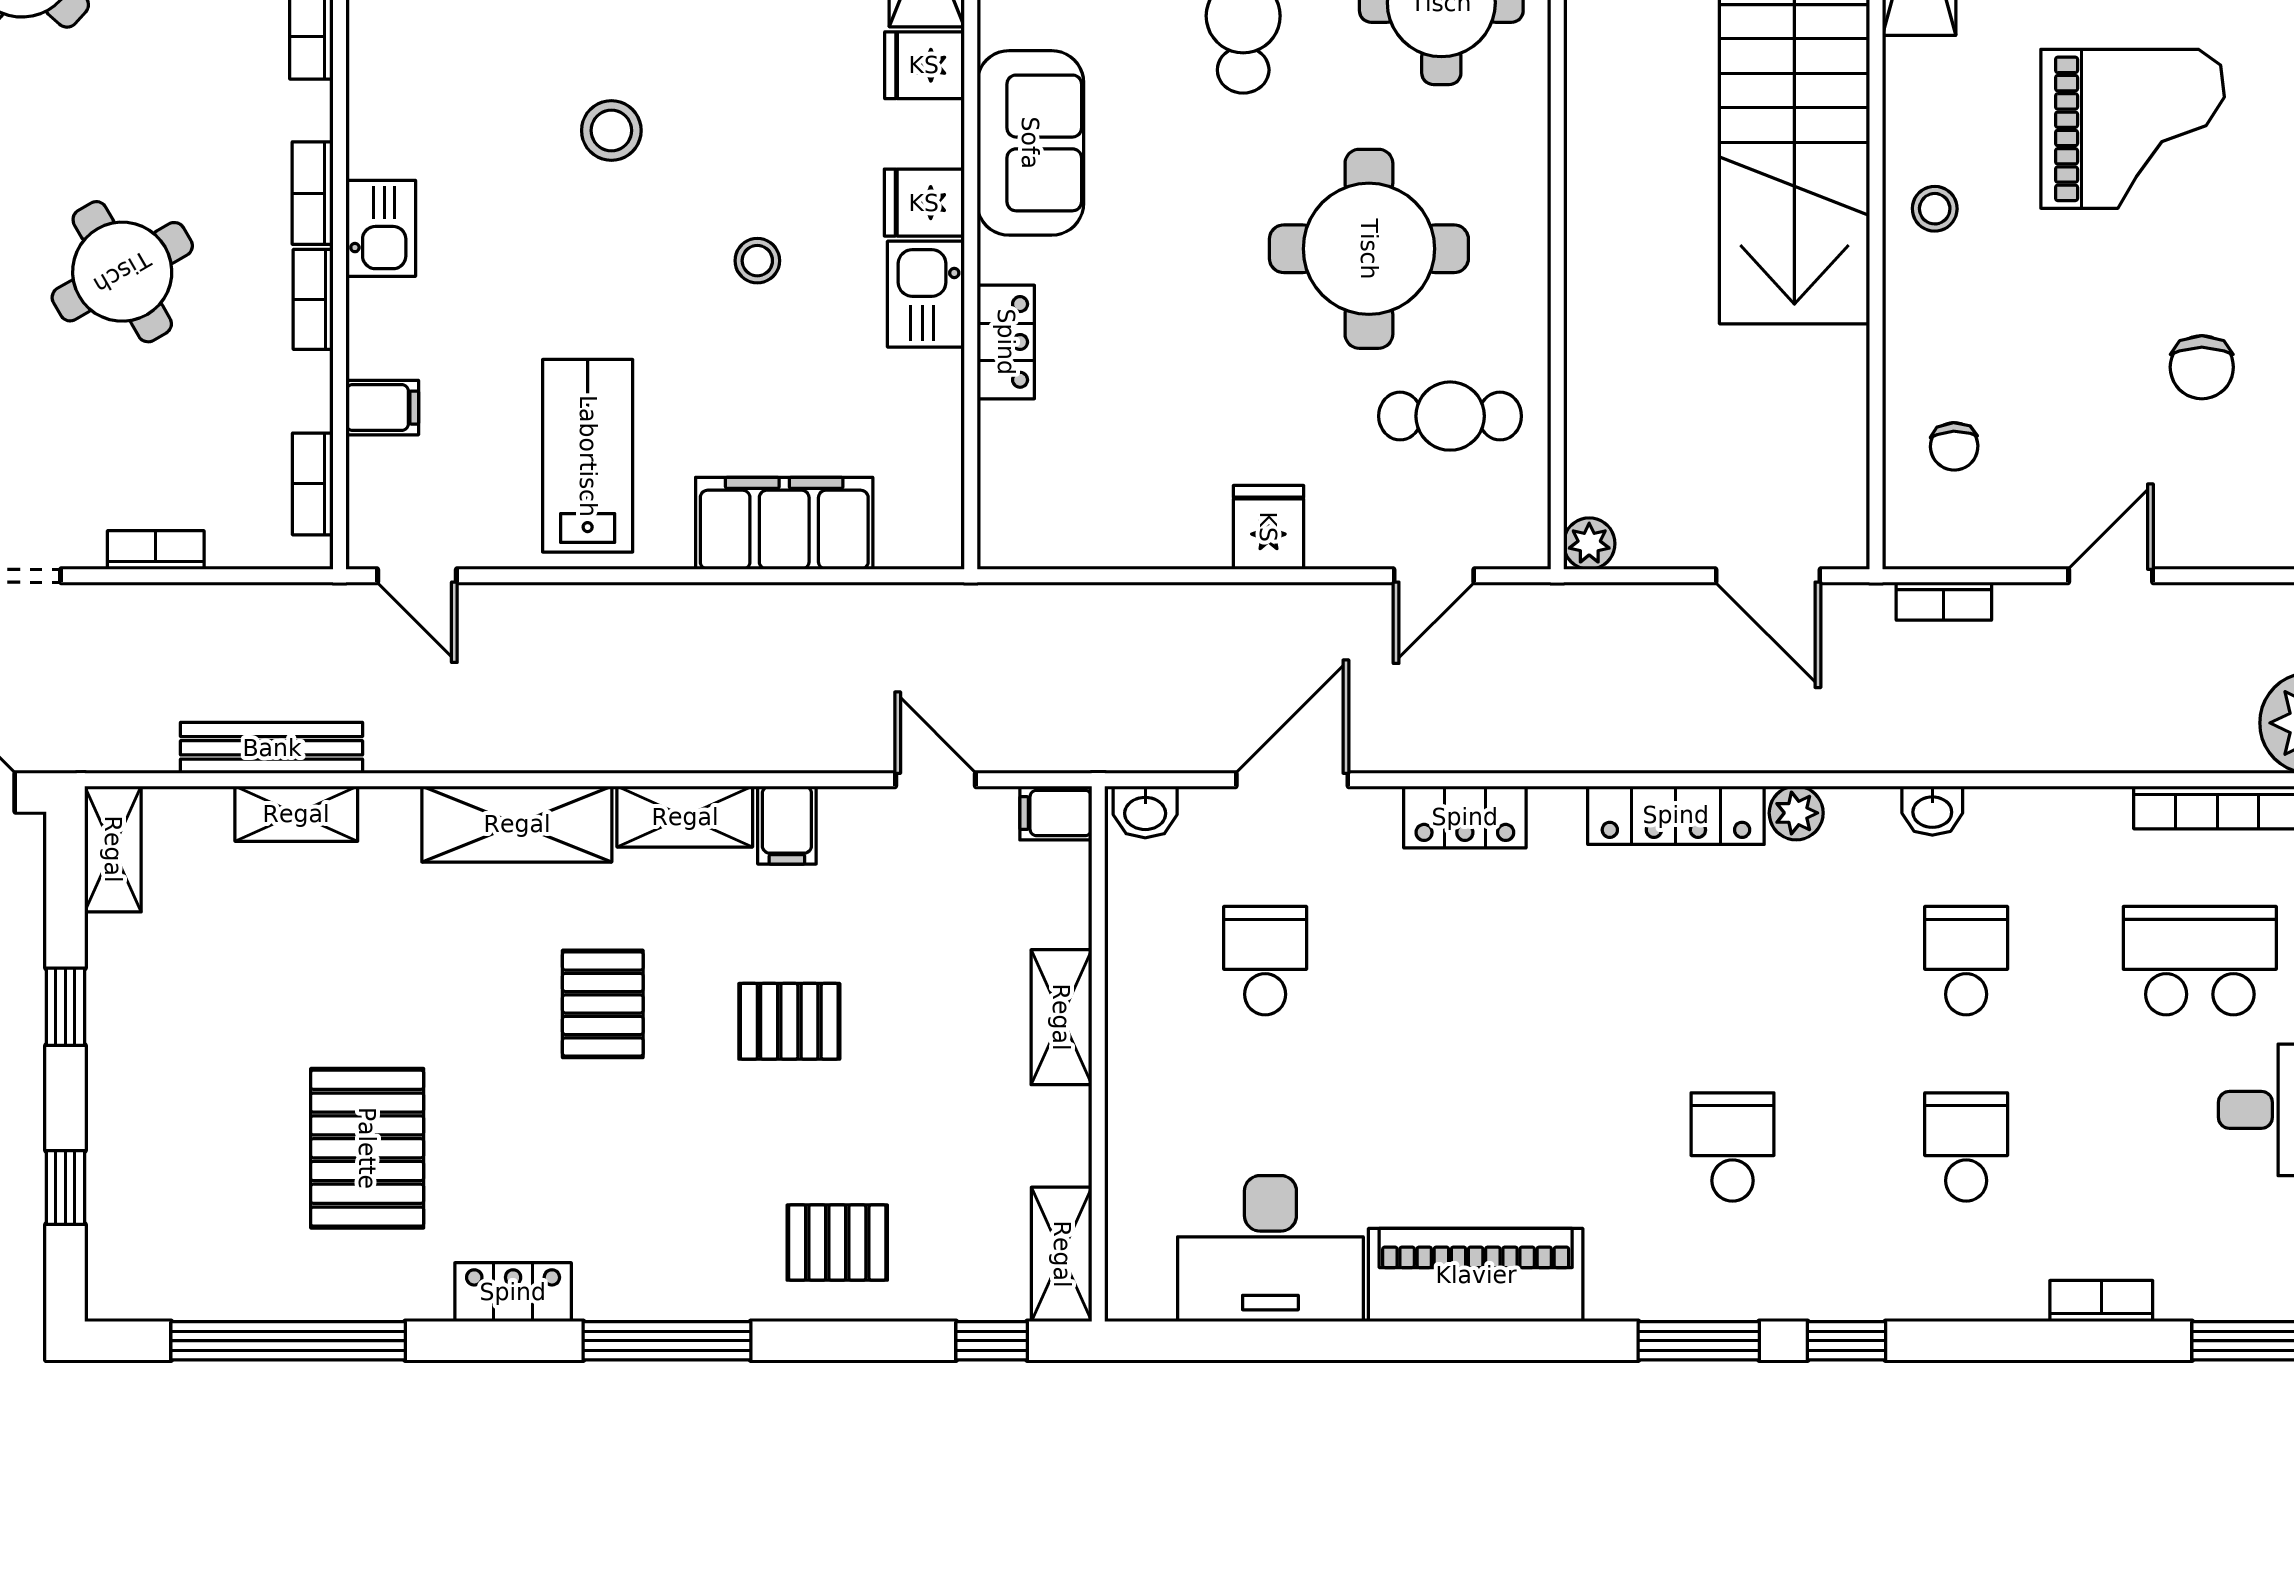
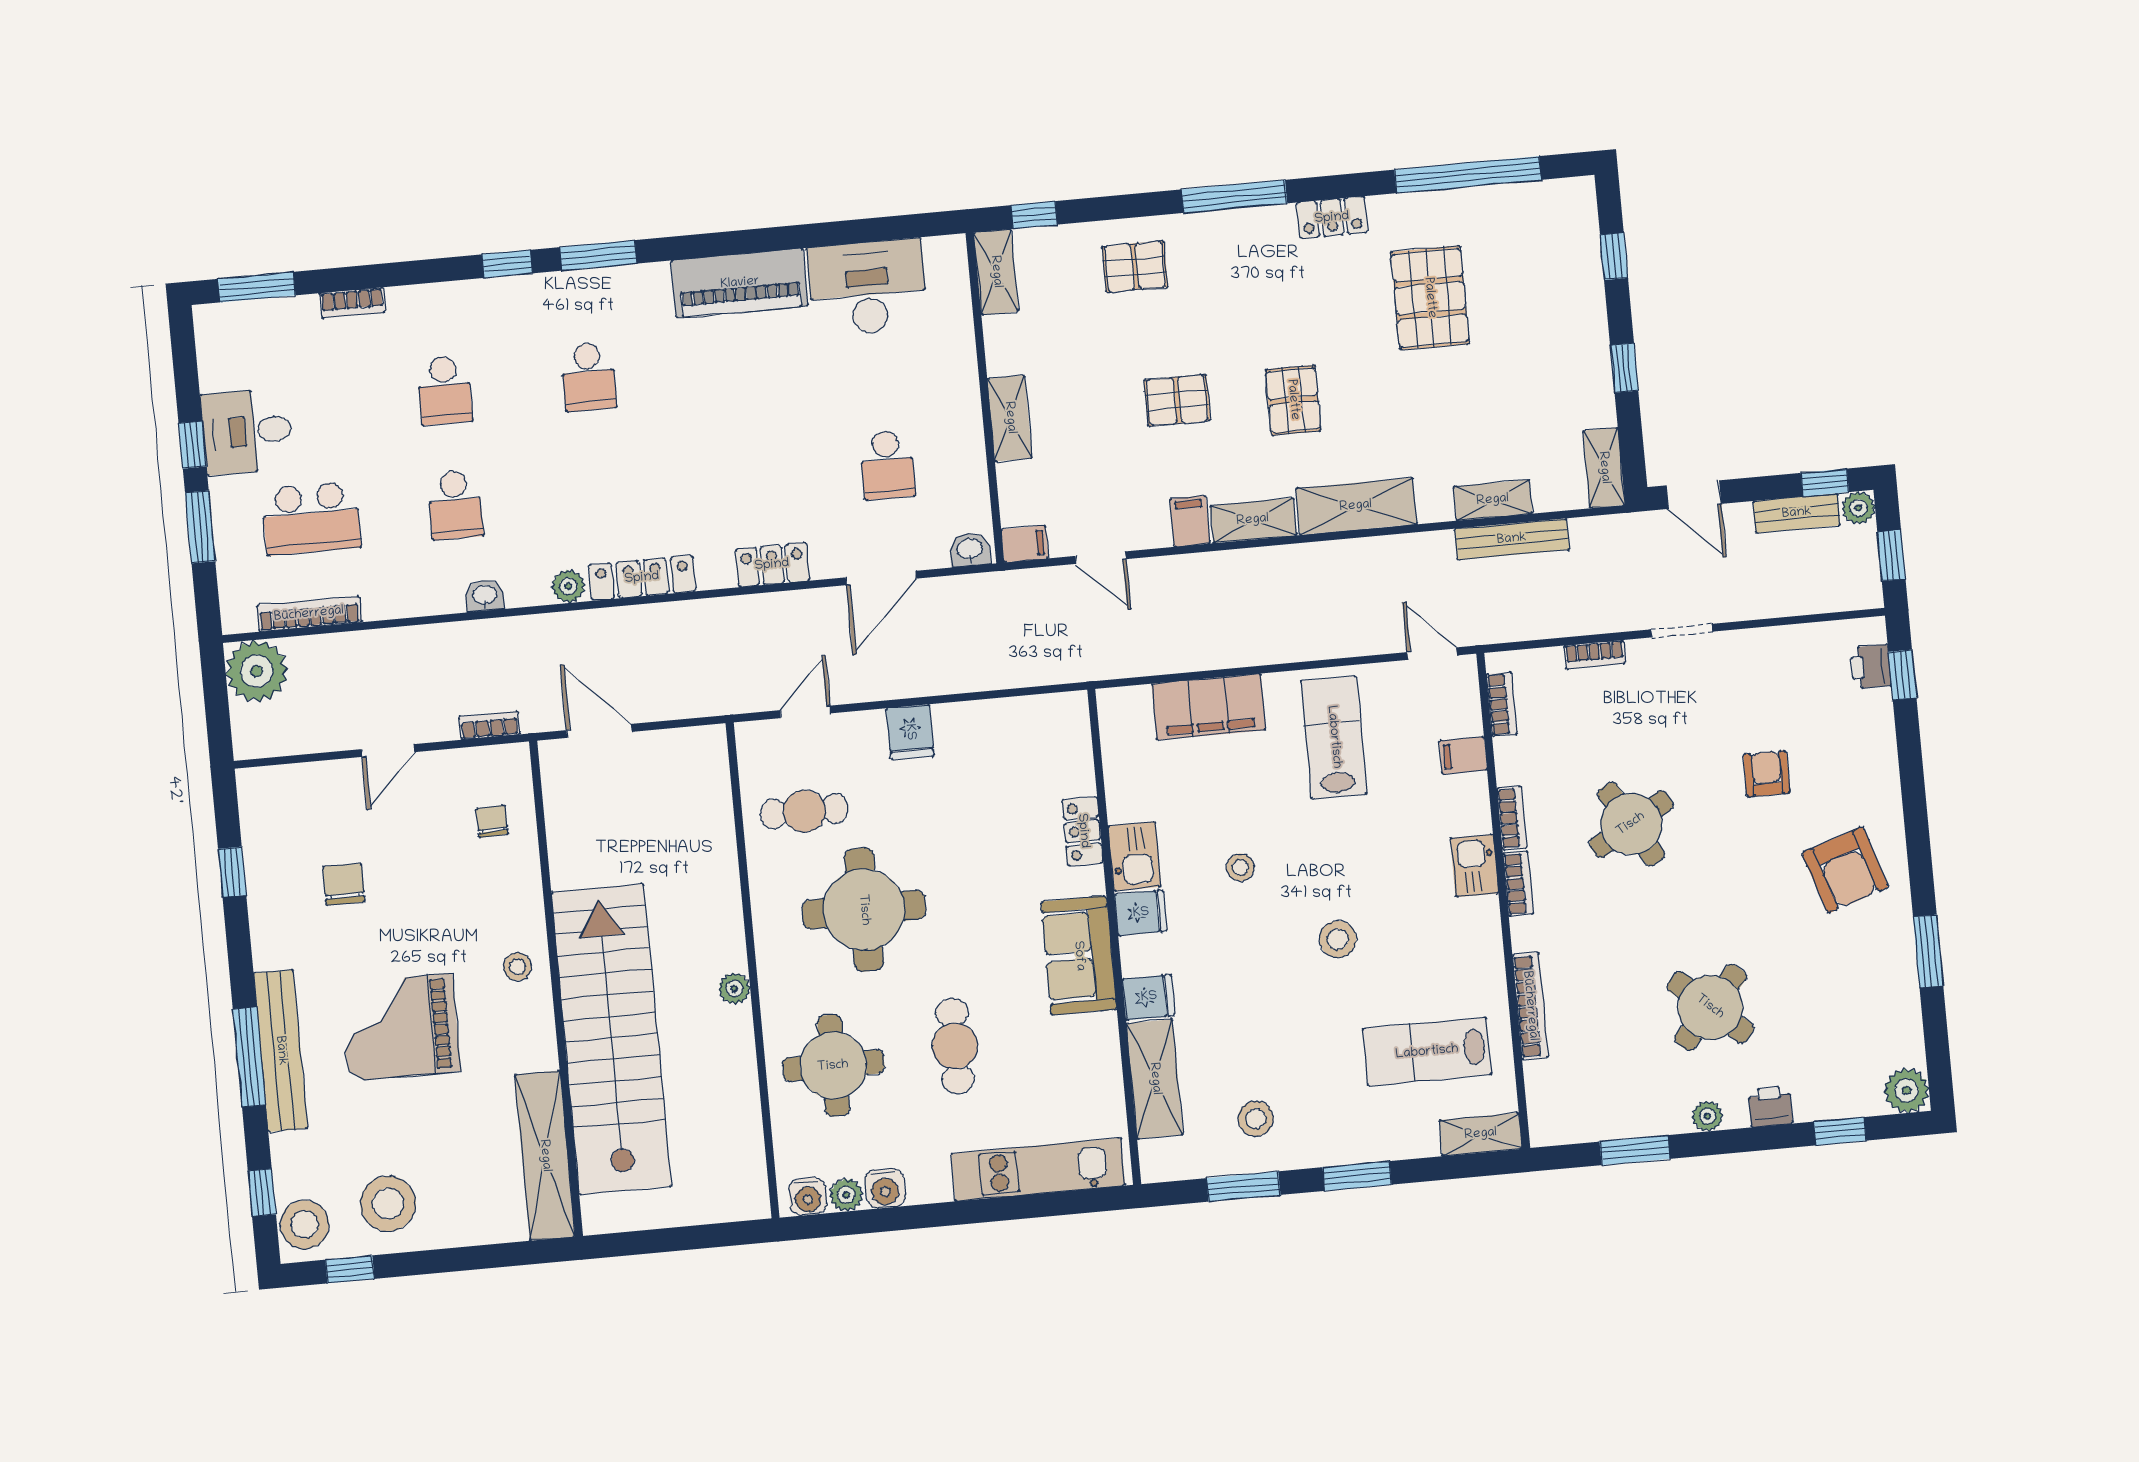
lab bench: (588, 456) -> (1334, 737), turned 180
plant: (1589, 544) -> (734, 988), moved

